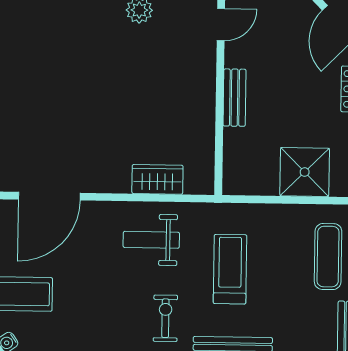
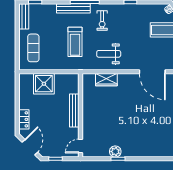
bench: (234, 98) -> (74, 110), width x1.36
door: (49, 196) -> (152, 72), swing flipped
weight bench: (151, 240) -> (109, 54), turned 180

